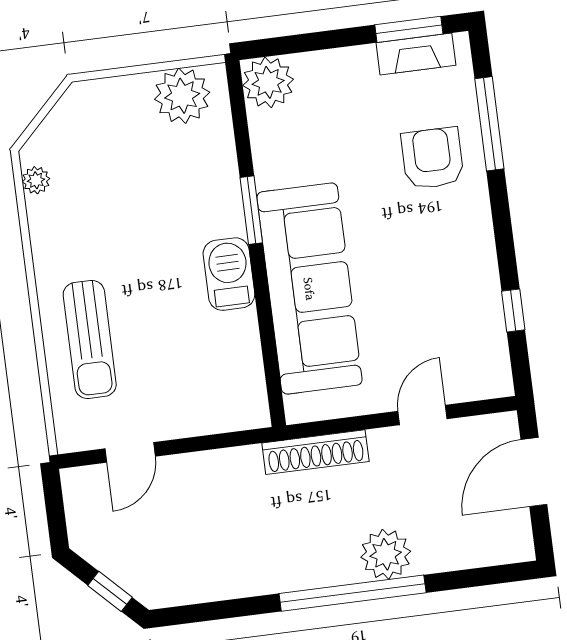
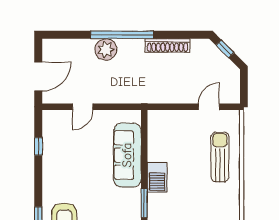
sofa: (309, 289) -> (127, 155), width x0.74, depth x0.79
shoe rack: (315, 452) -> (167, 46), moved, turned 180

